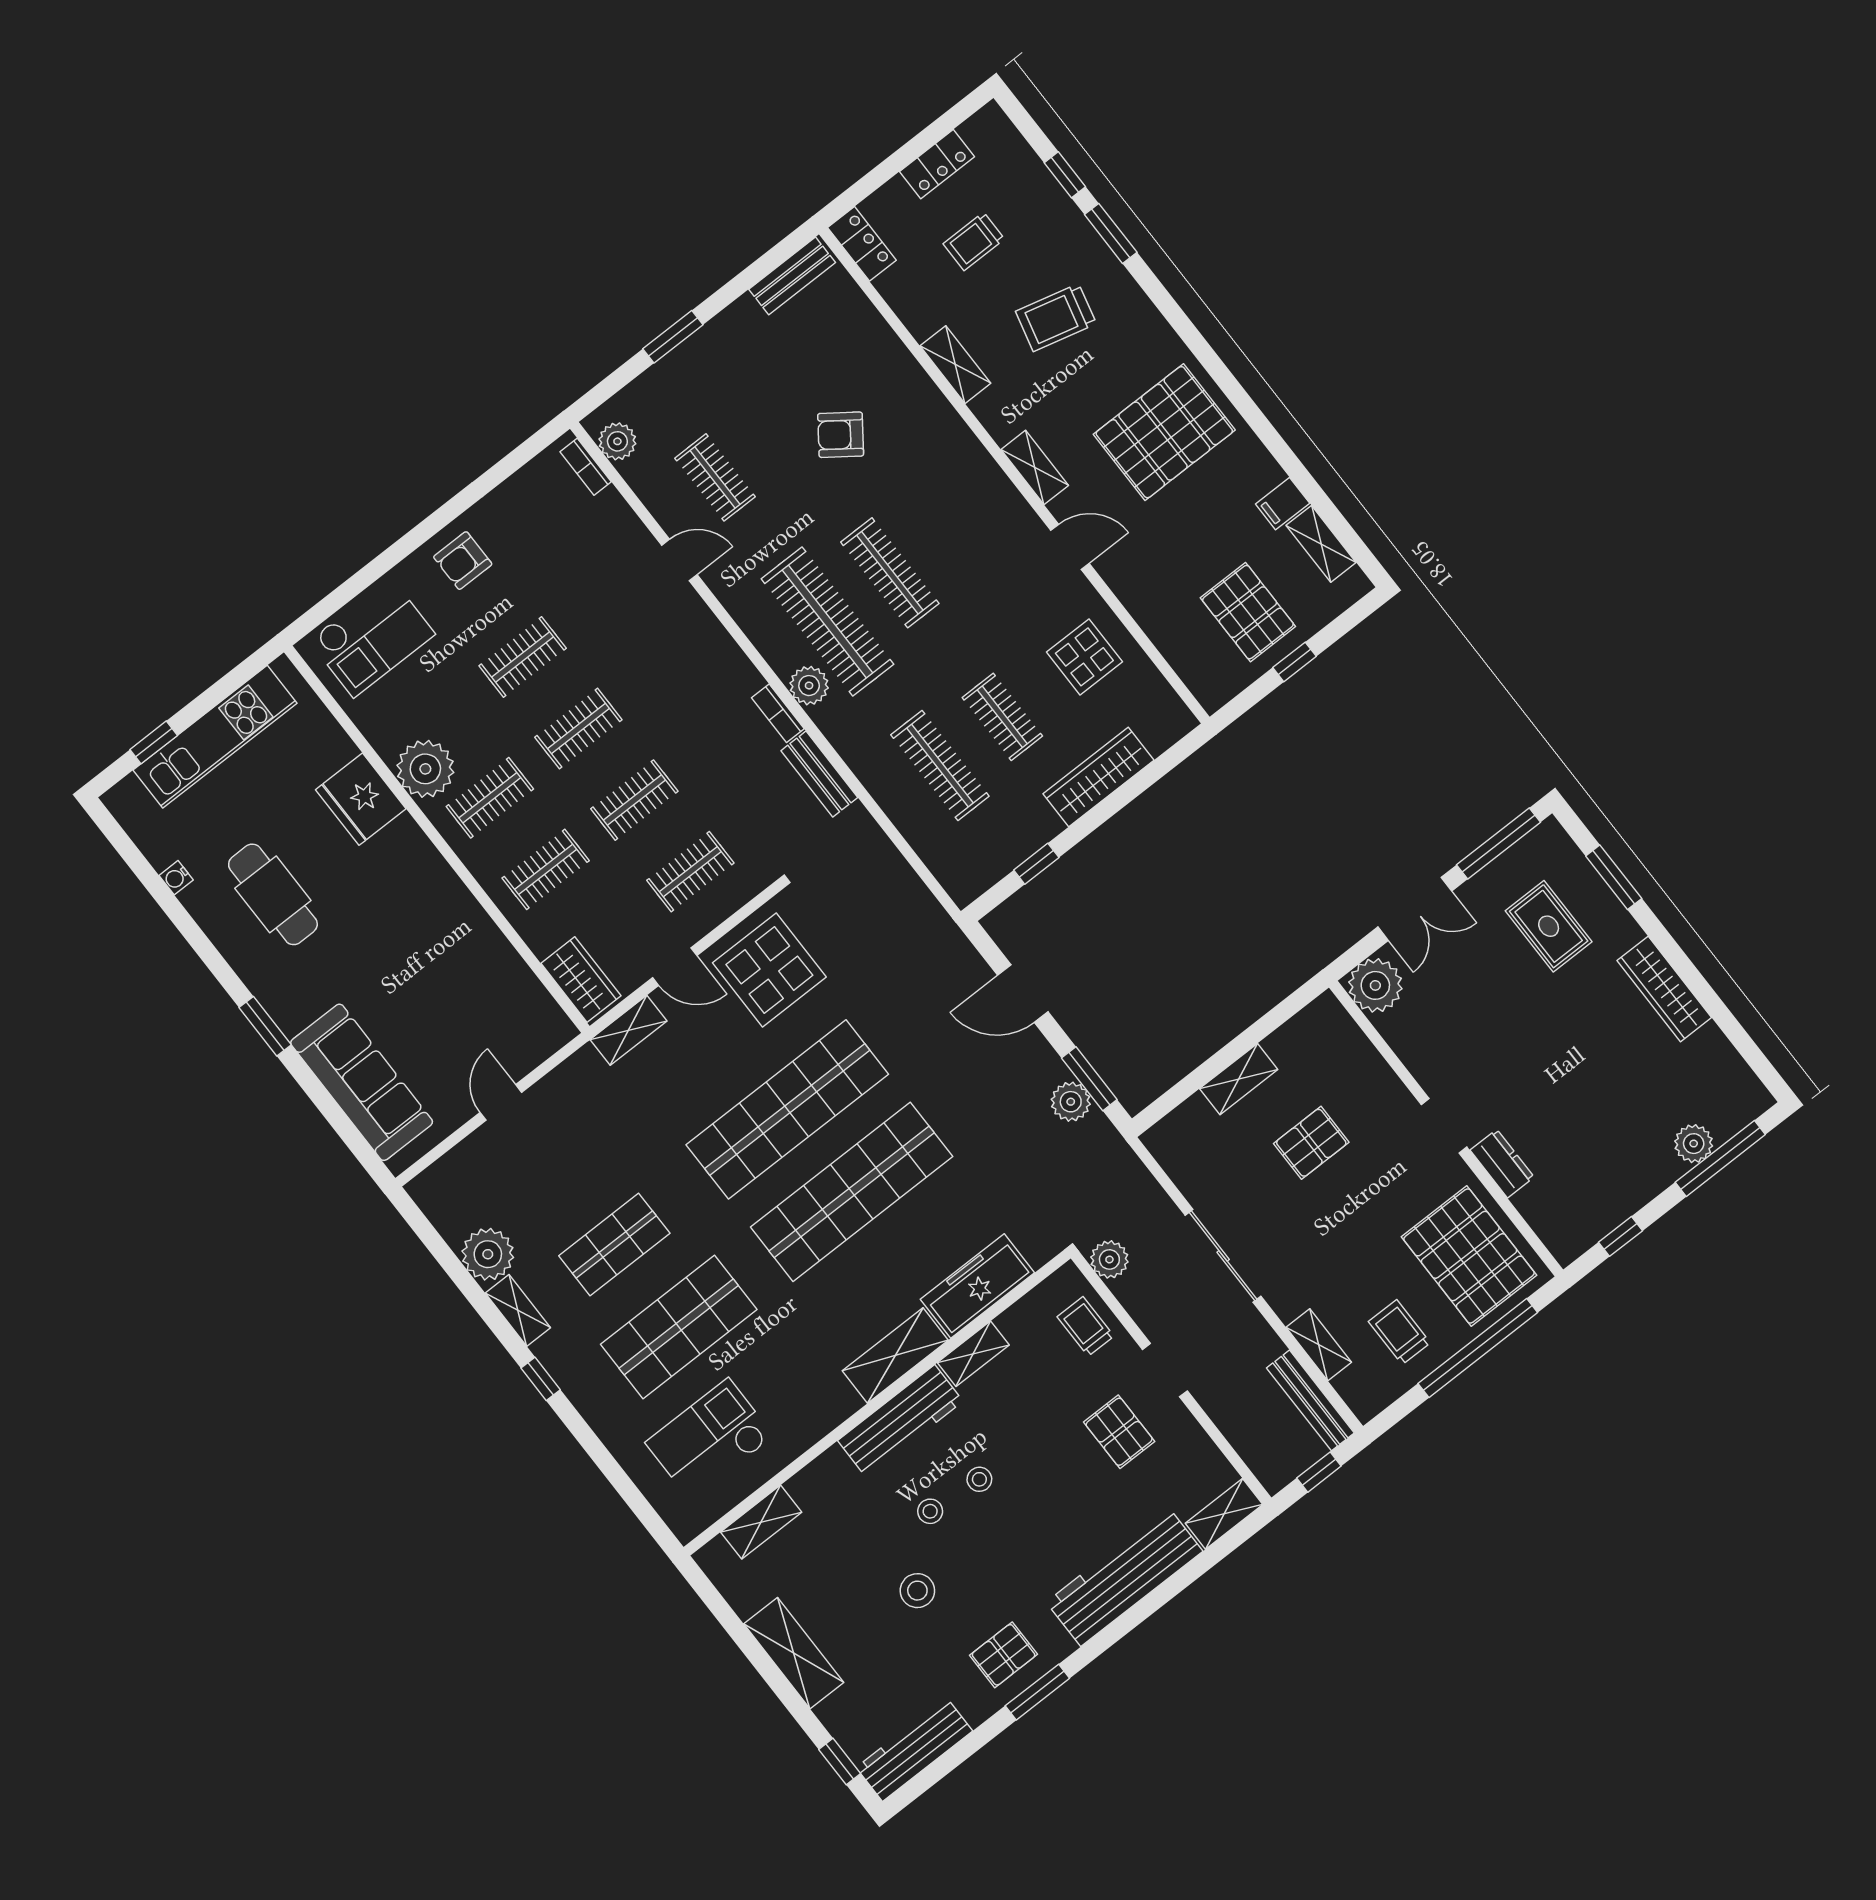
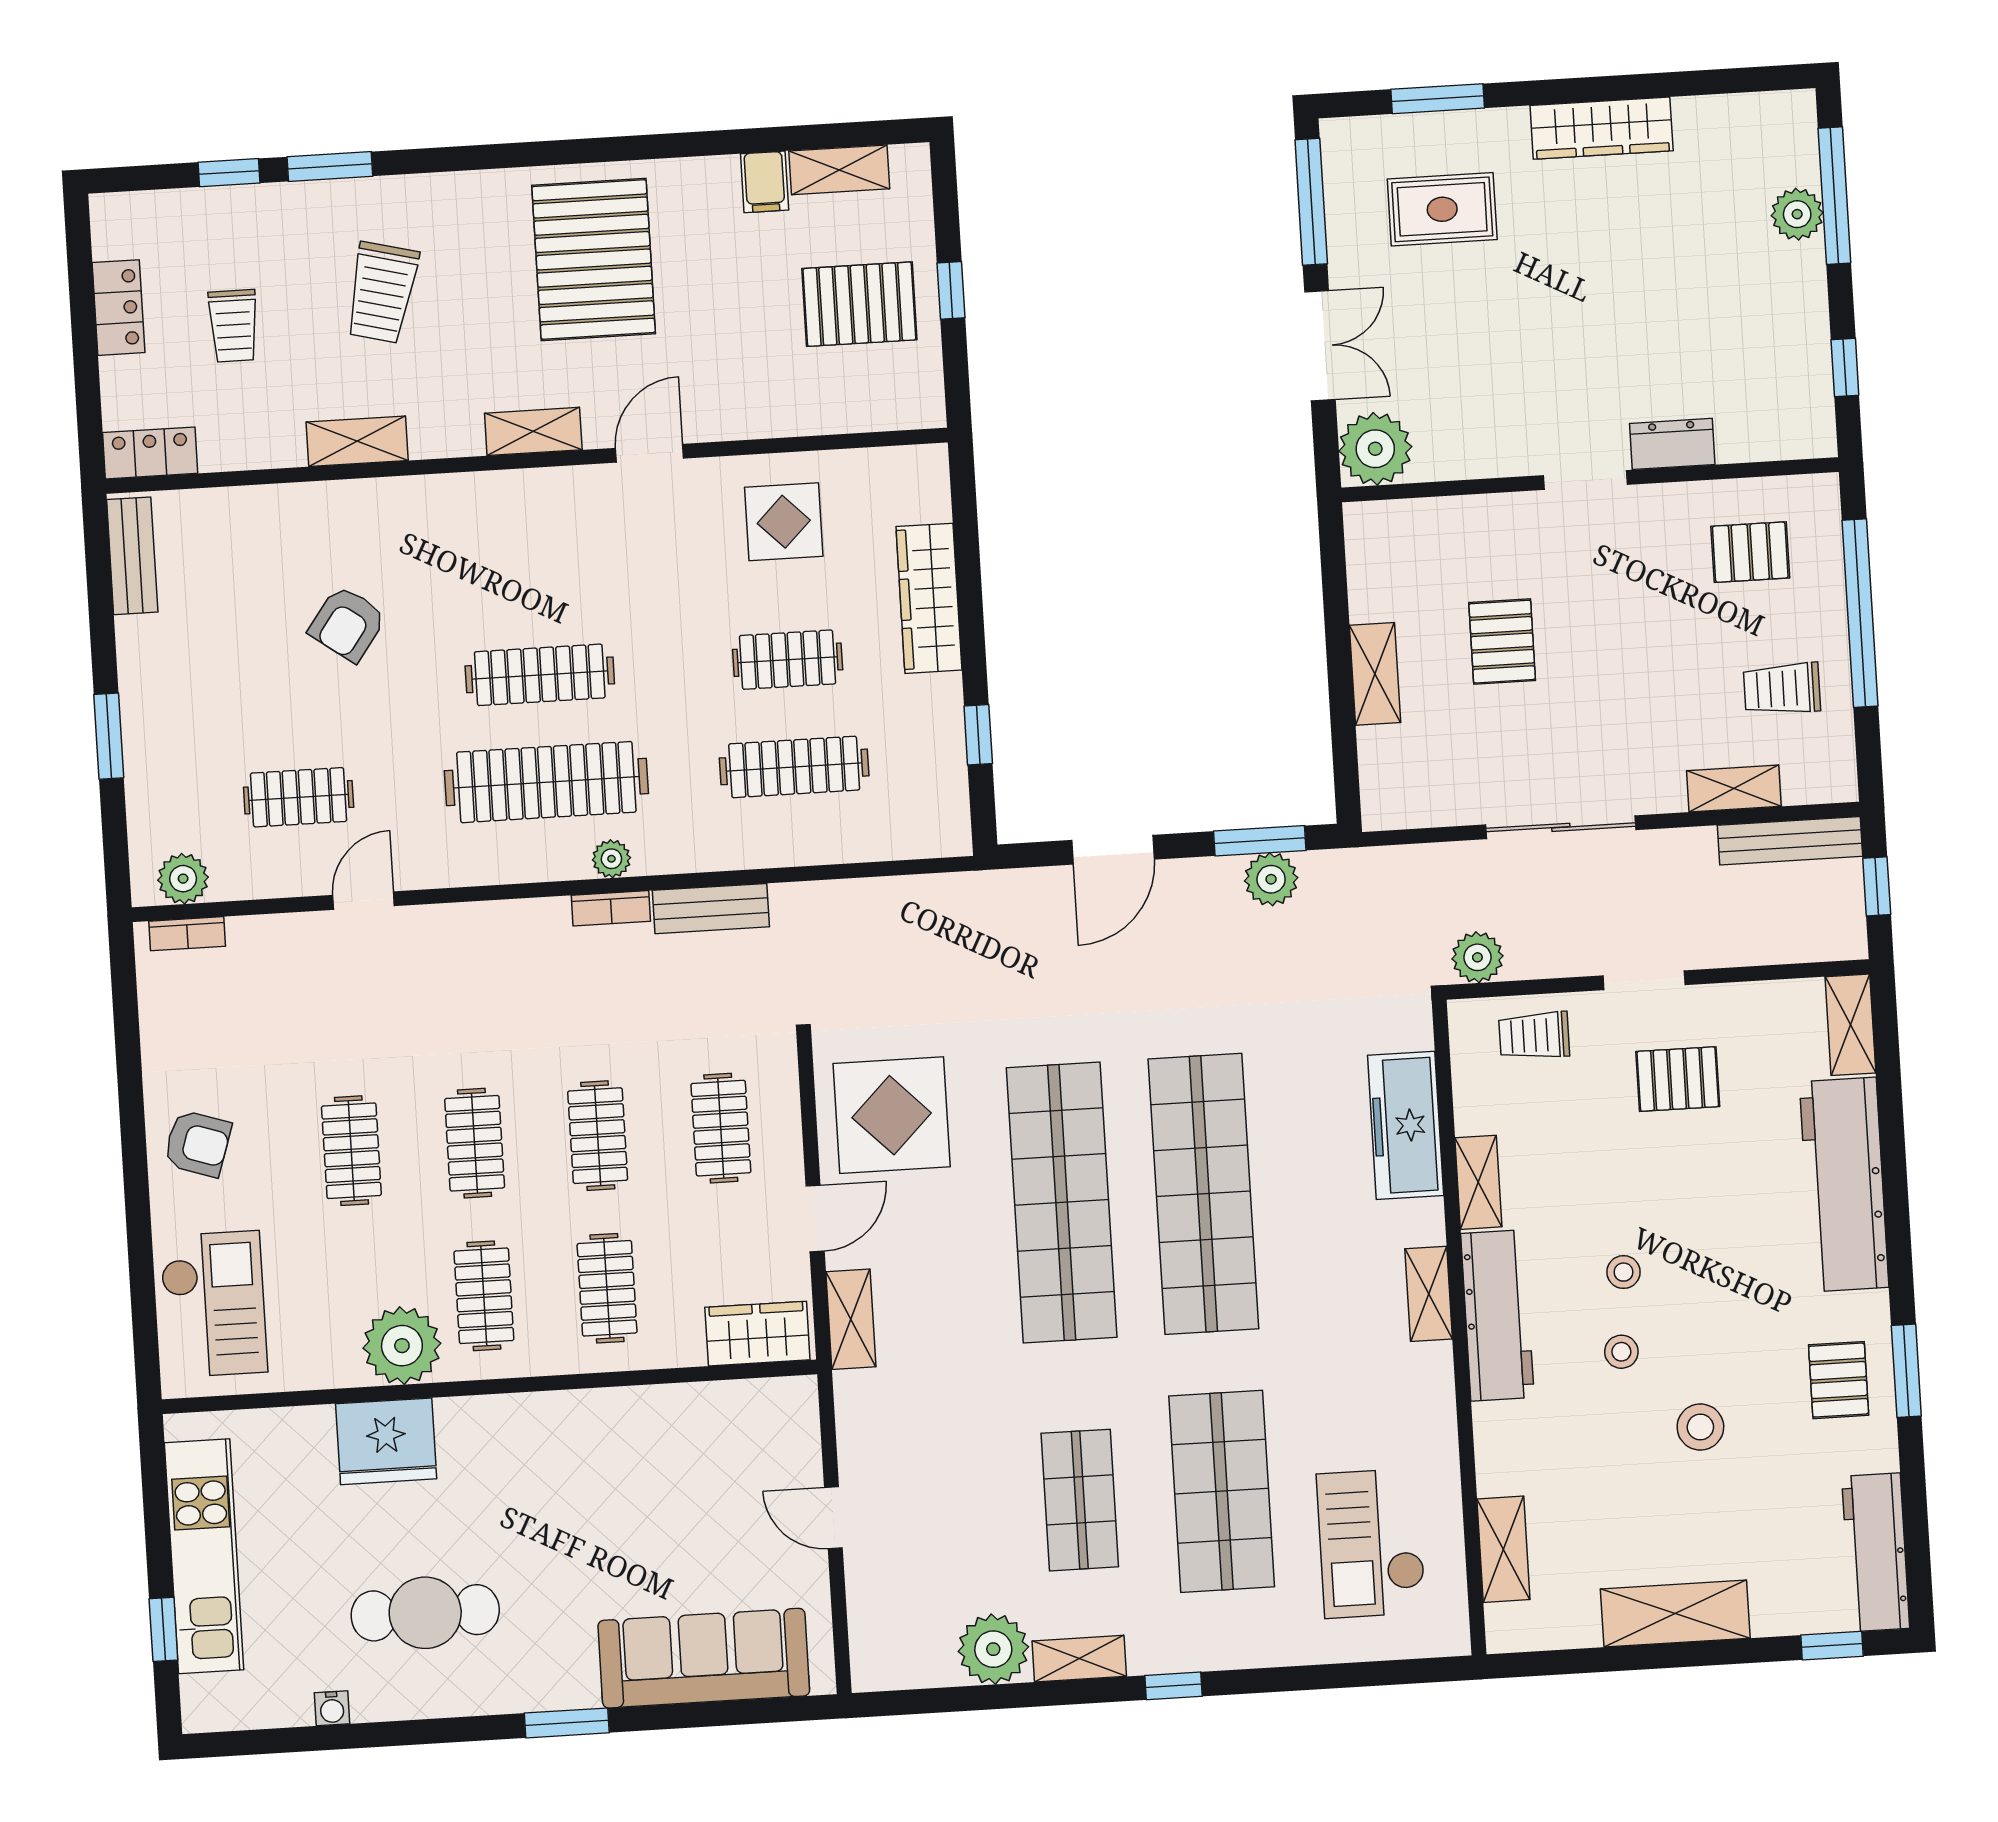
armchair: (463, 561) -> (197, 1143), turned -72
plant: (809, 686) -> (611, 859), width x0.73, depth x0.73
pallet: (1469, 1256) -> (1750, 552), width x0.49, depth x0.50
shelving: (895, 1356) -> (1429, 1294), width x0.67, depth x0.75

